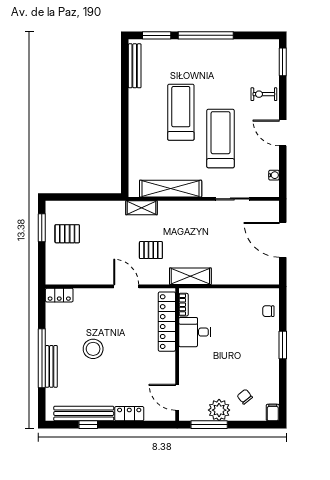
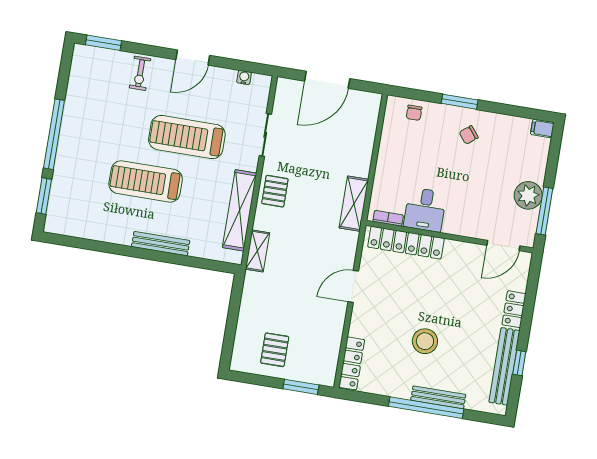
bench: (135, 66) -> (161, 244), moved
window: (42, 228) -> (301, 387), moved
pallet: (151, 250) -> (275, 191), moved
locker: (59, 295) -> (352, 363), width x1.53
chair: (245, 397) -> (469, 135), moved

